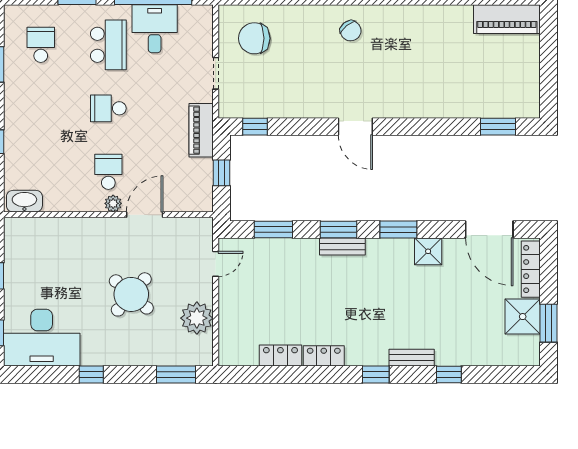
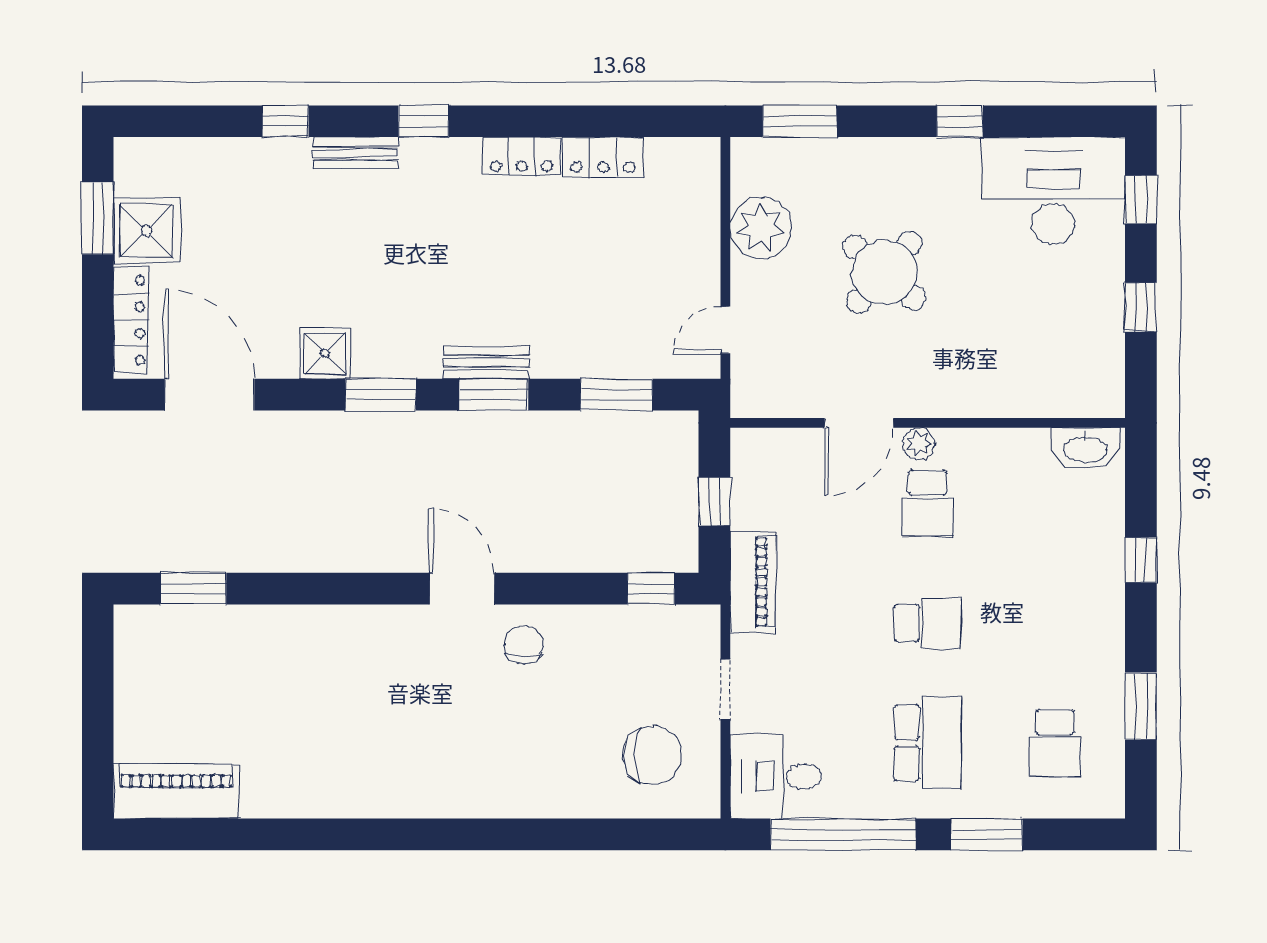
desk: (155, 29) -> (776, 777), moved, turned 90
chair: (351, 31) -> (524, 645), moved, turned 39
school desk: (108, 45) -> (928, 743), turned 180

